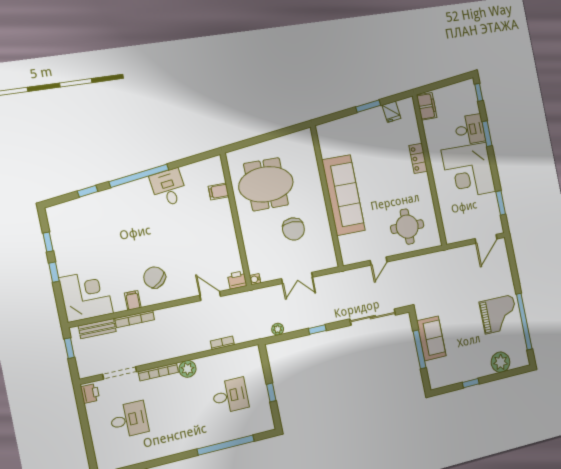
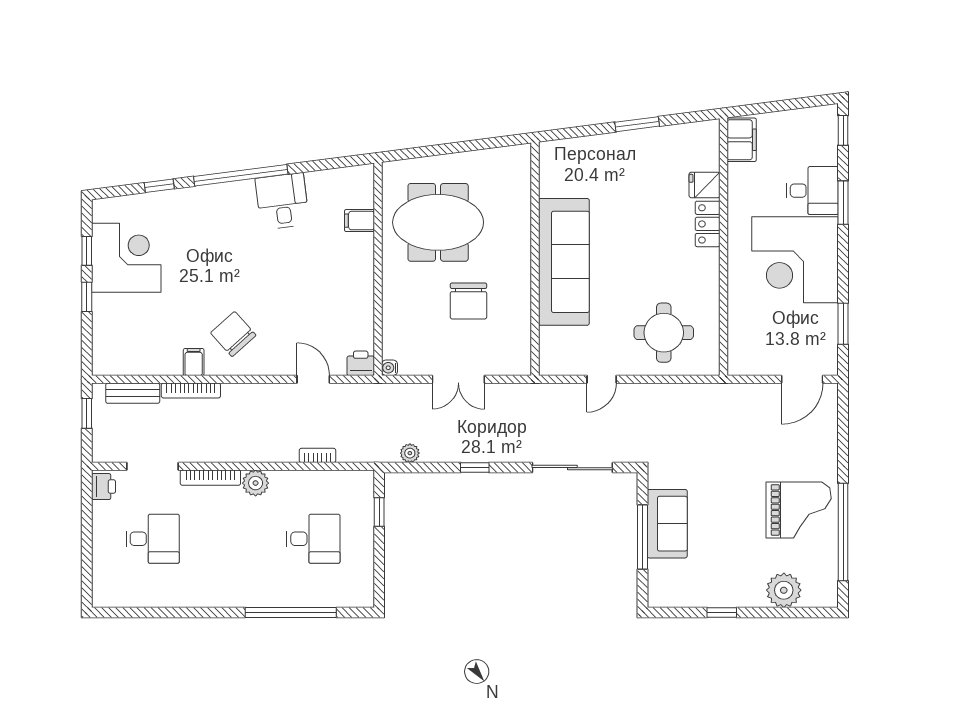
fridge: (391, 112) -> (705, 185), moved, turned 97
corner desk: (86, 296) -> (126, 258), moved
window: (271, 392) -> (379, 512), moved

